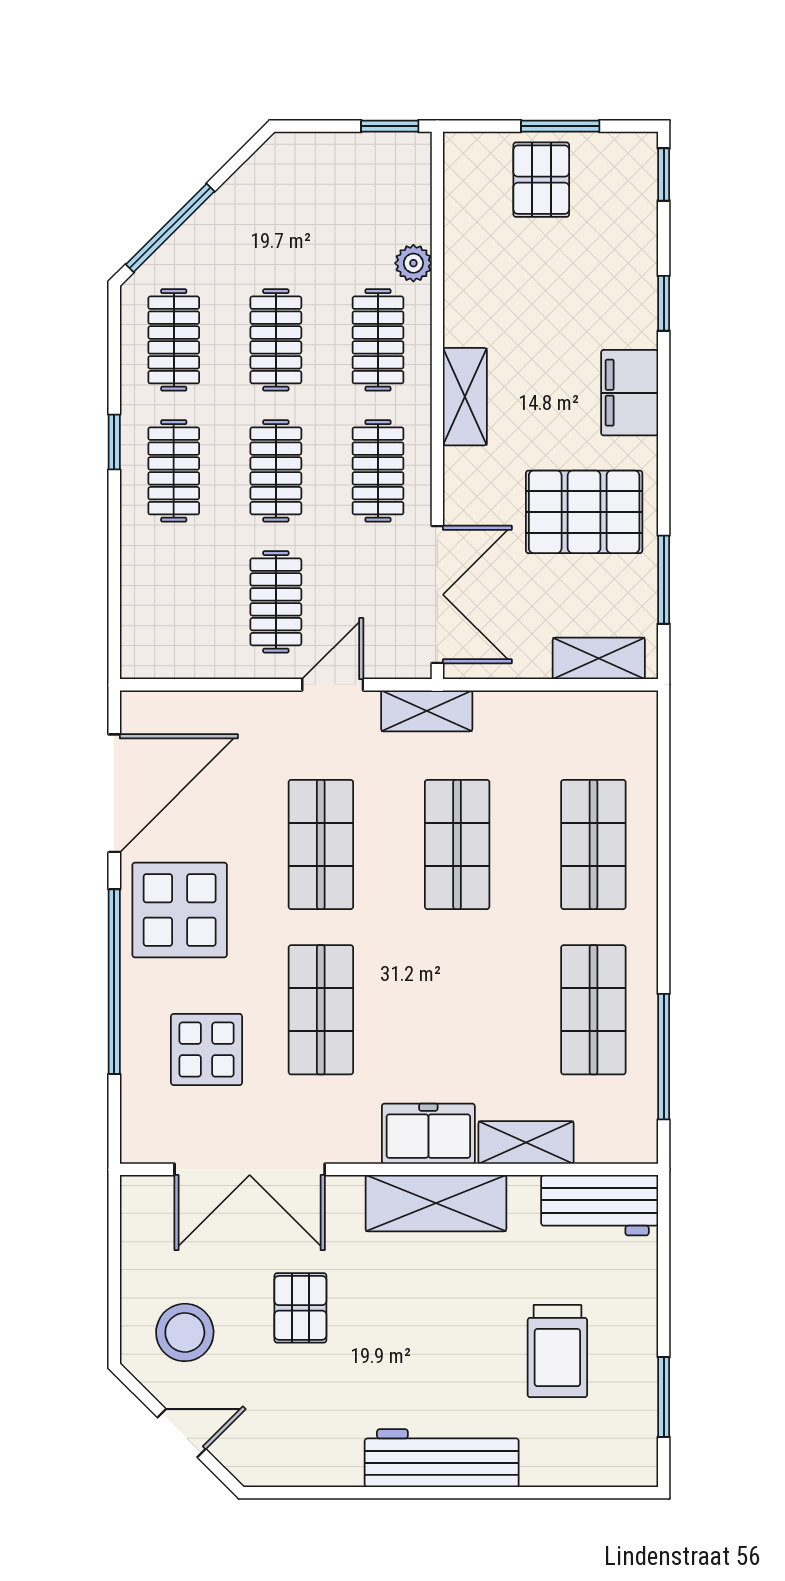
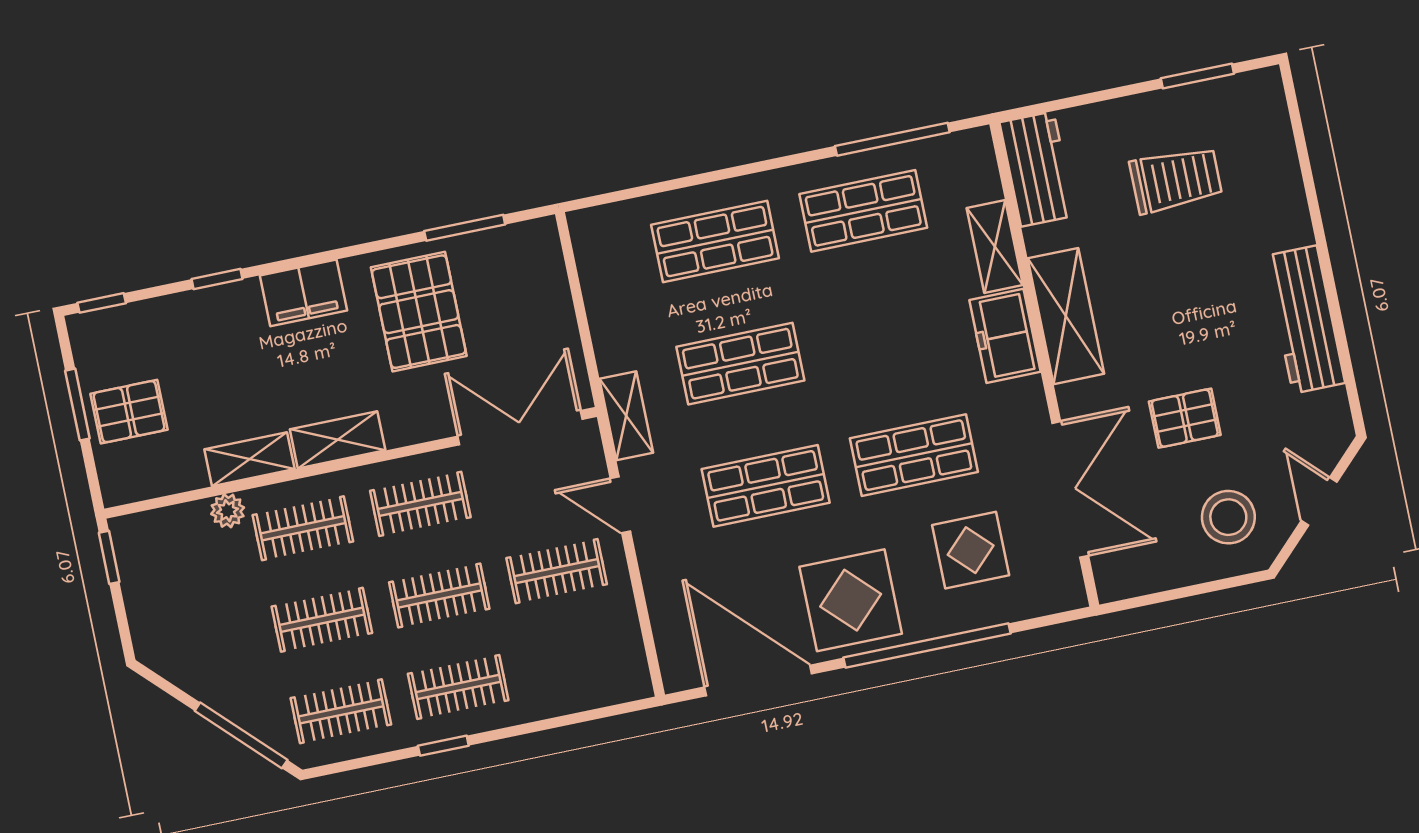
shelving: (599, 658) -> (250, 459), moved, turned 90
workbench: (442, 1458) -> (1305, 320), moved

